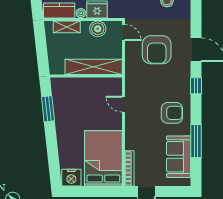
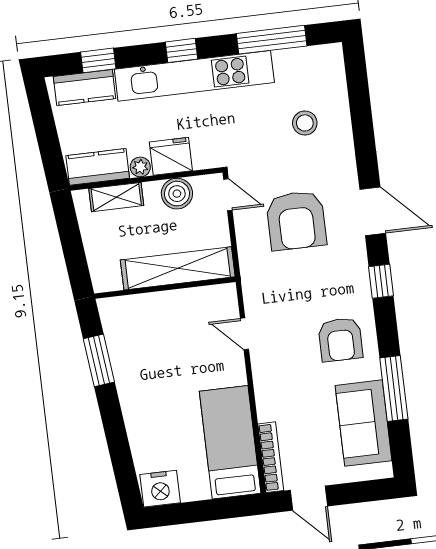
armchair: (172, 113) -> (340, 340), turned 90
bed: (103, 158) -> (230, 442), width x0.67

